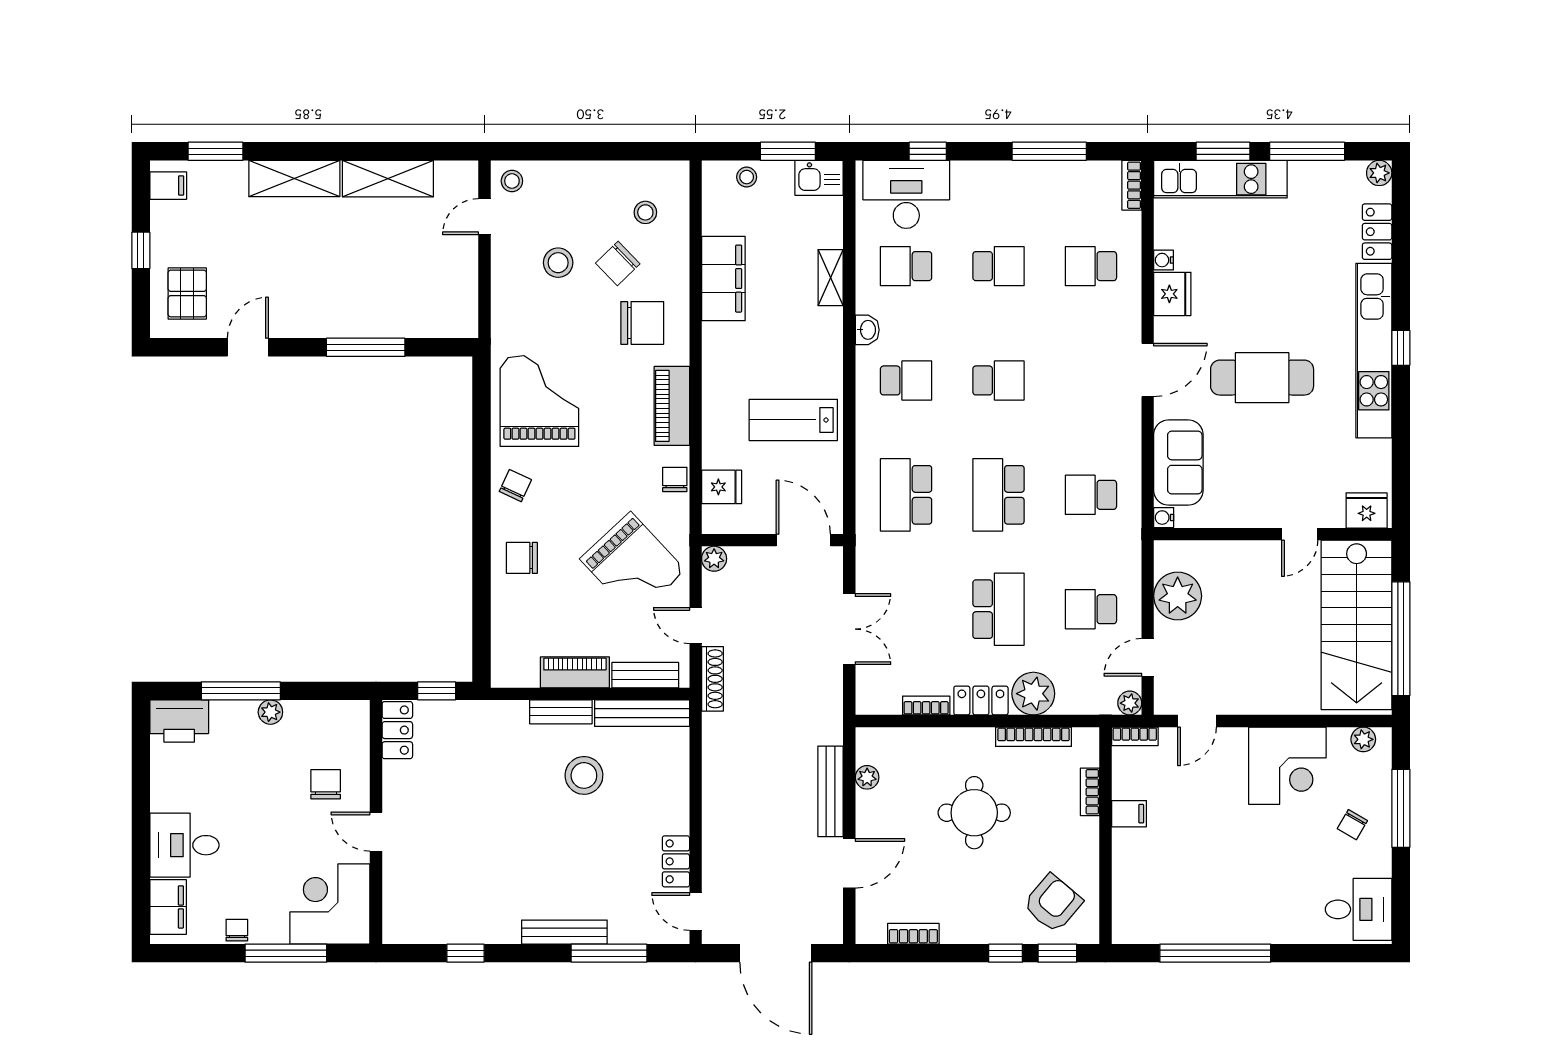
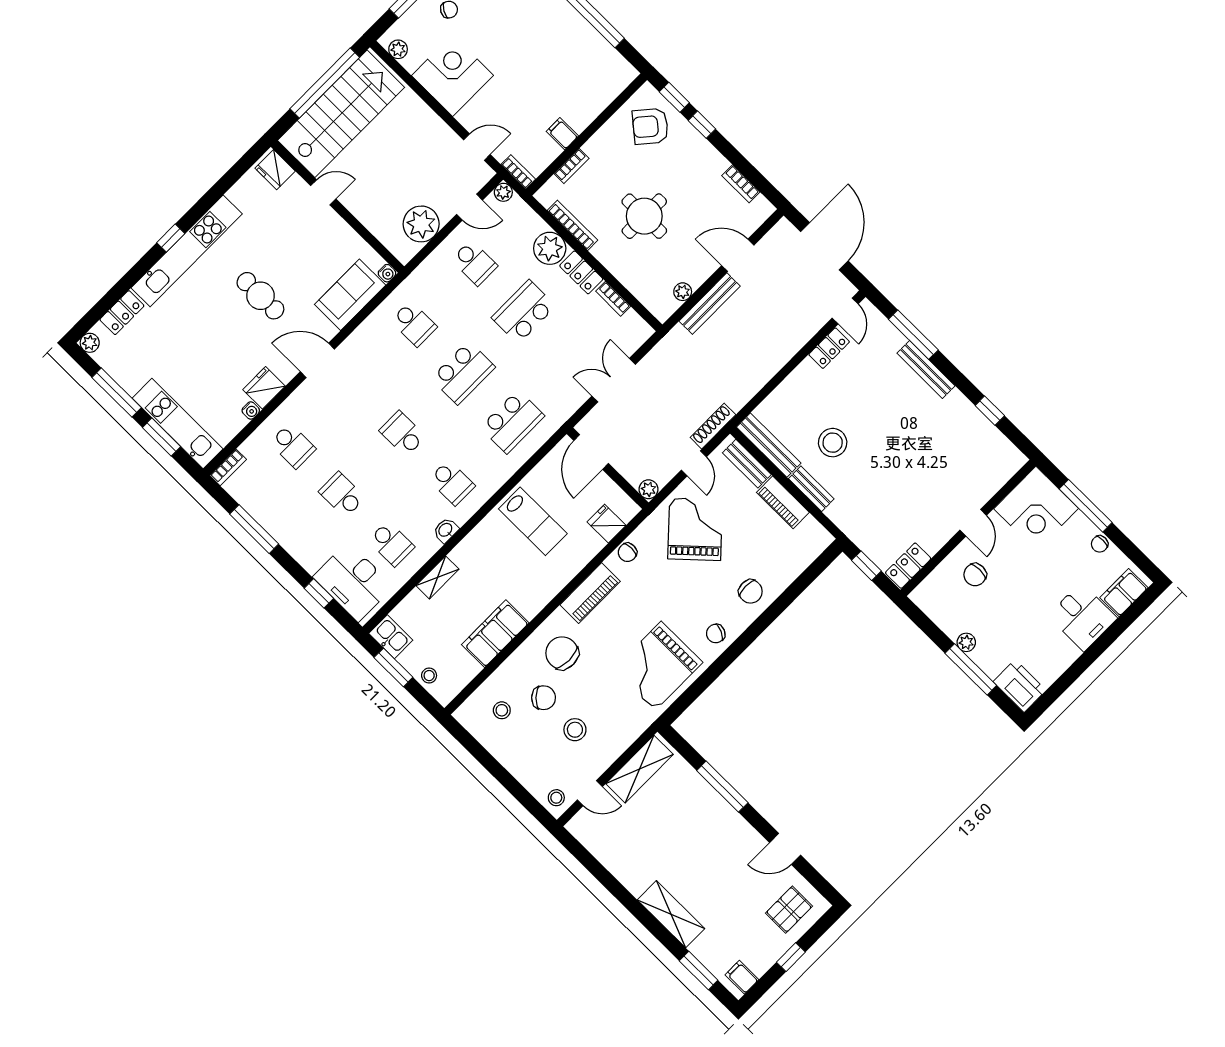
shelving: (388, 179) -> (639, 769), moved, turned 90
cafe table: (1262, 378) -> (260, 296), width x0.73, depth x0.74
school desk: (906, 380) -> (452, 483), turned 180

